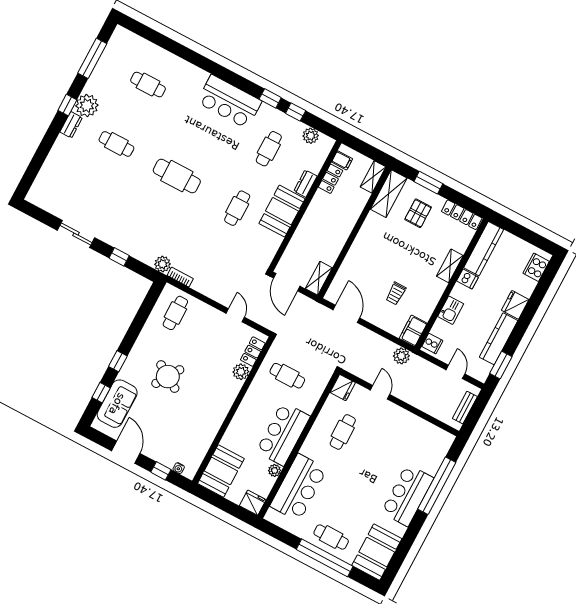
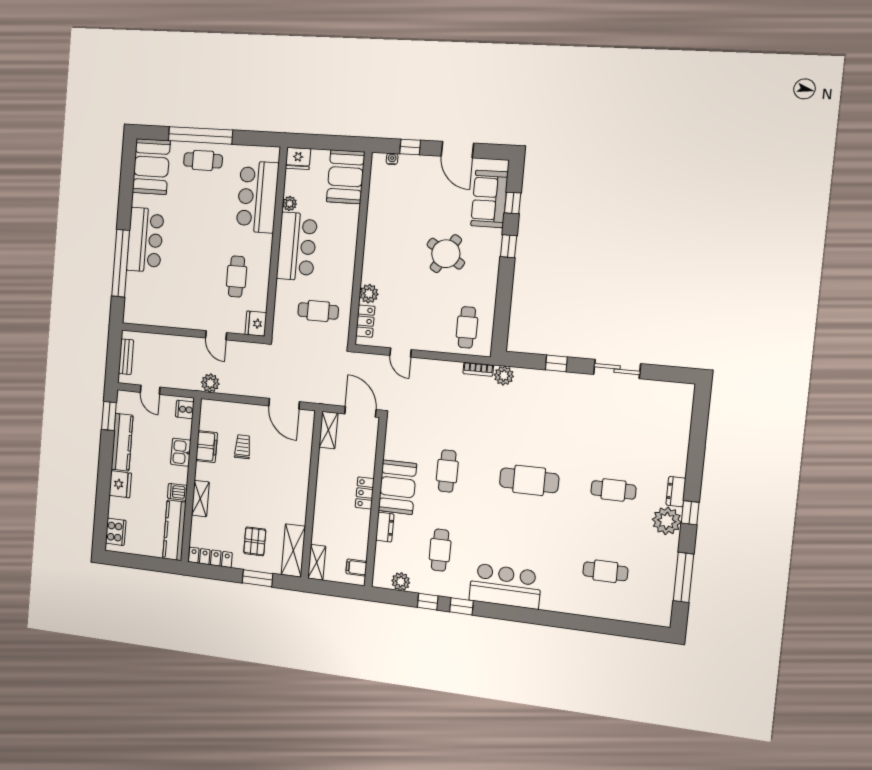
locker: (331, 179) -> (365, 493), moved
filing cabinet: (413, 331) -> (207, 447), moved

